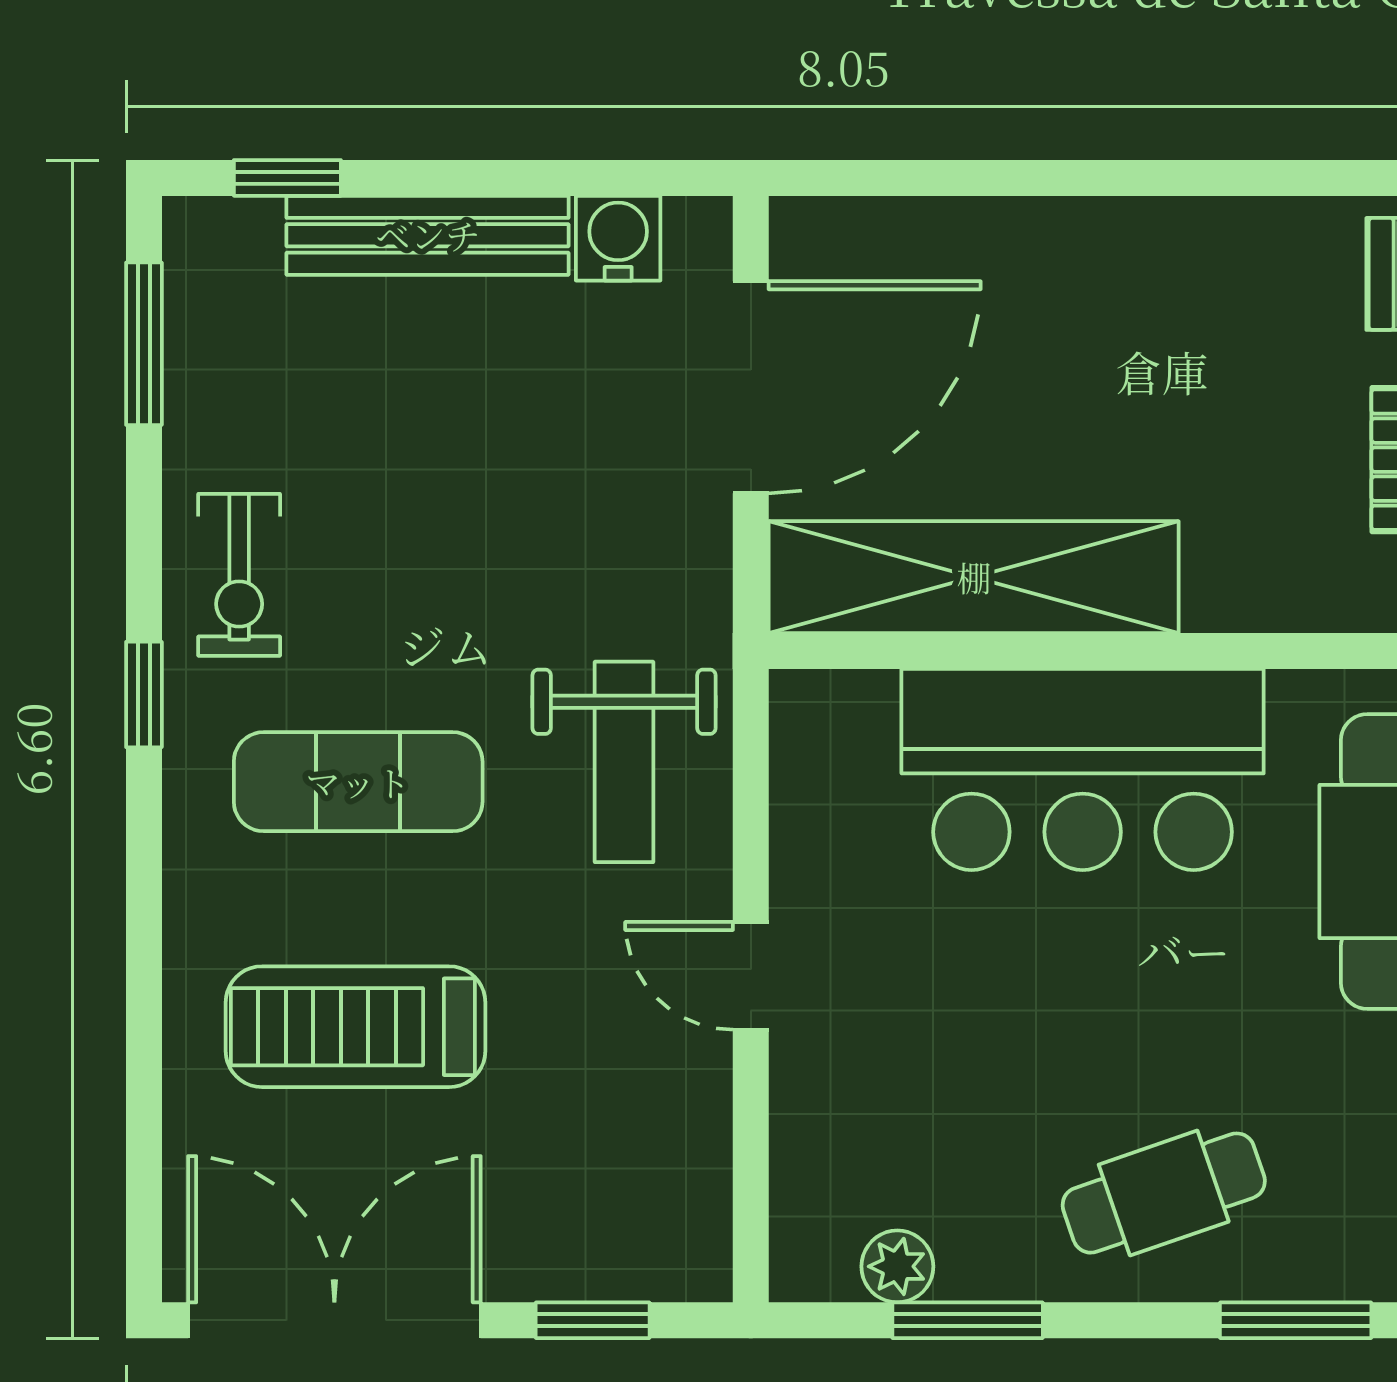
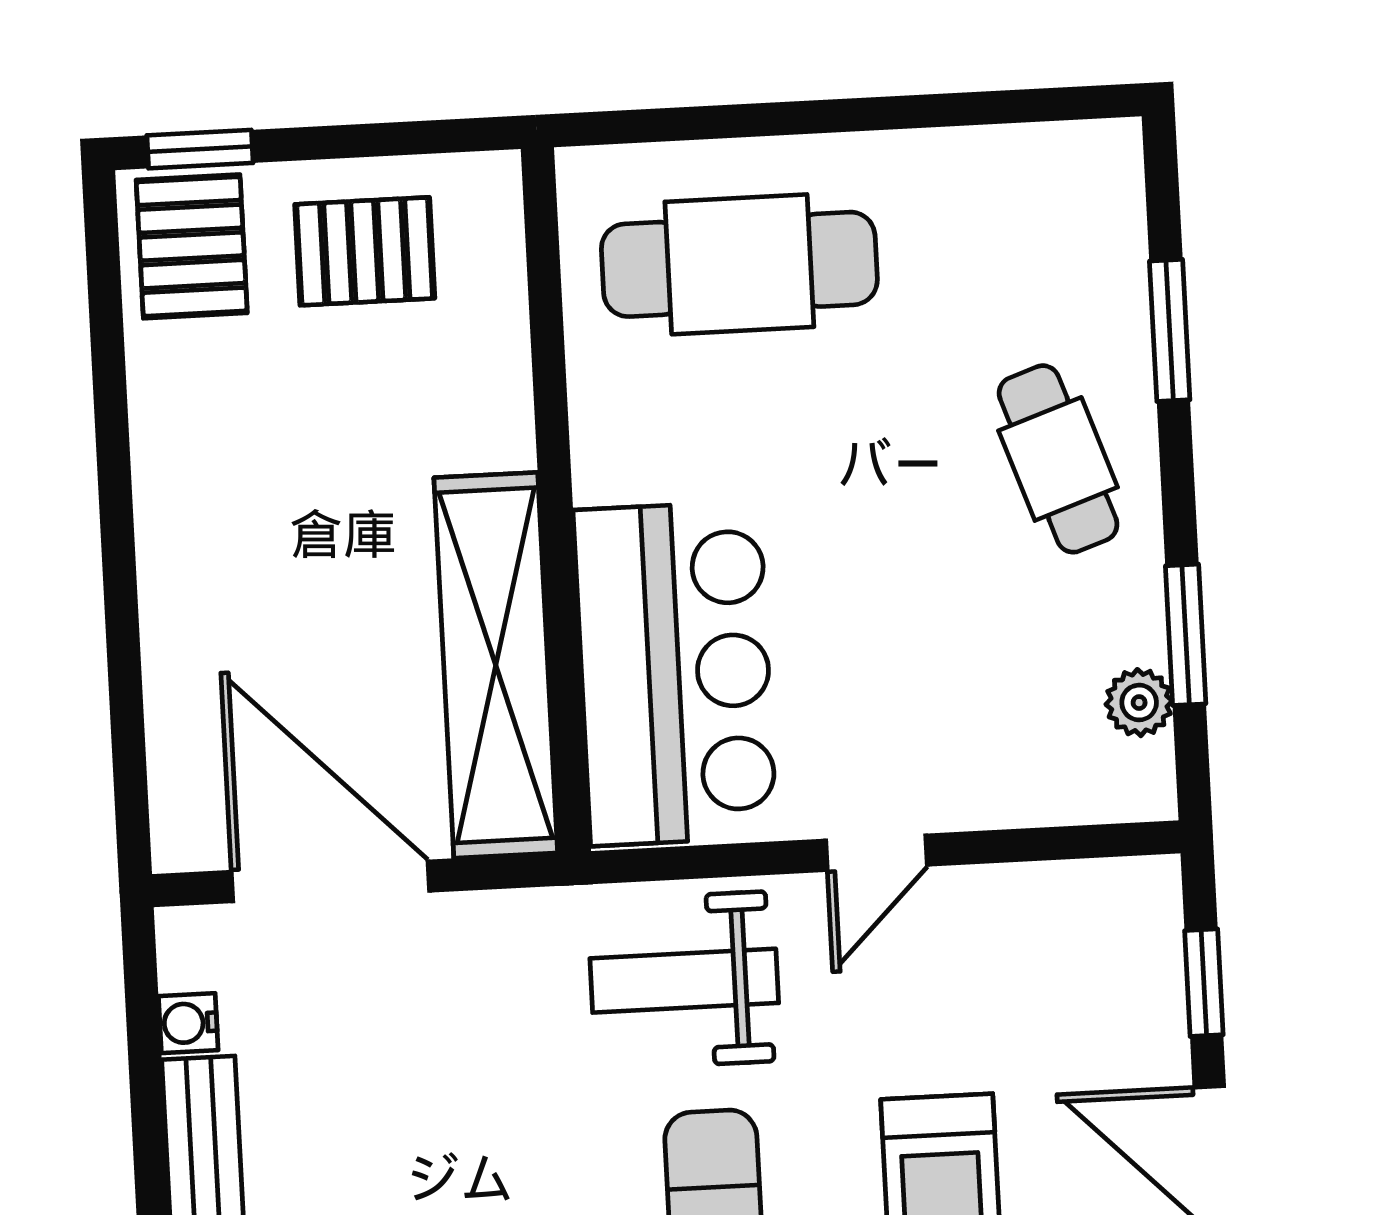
water cooler: (618, 238) -> (188, 1023), width x0.72, depth x0.72
weight bench: (624, 762) -> (684, 981), turned 180
bar counter: (1083, 769) -> (675, 673), moved

